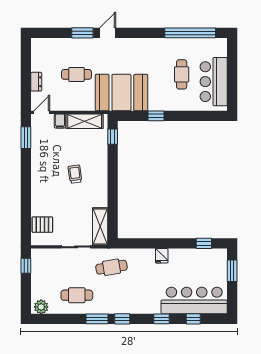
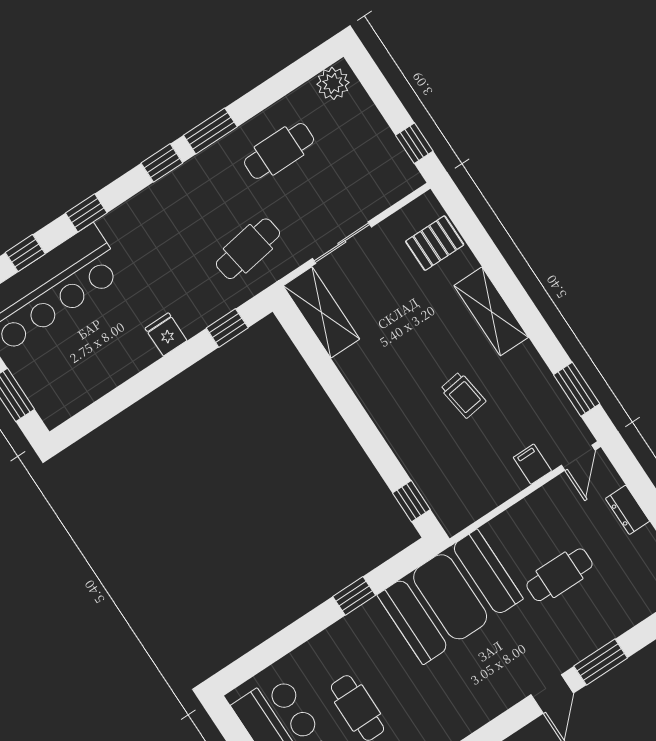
shelving: (85, 121) -> (491, 311), moved, turned 90
trolley: (75, 174) -> (463, 395), moved
window: (204, 243) -> (227, 328), moved

